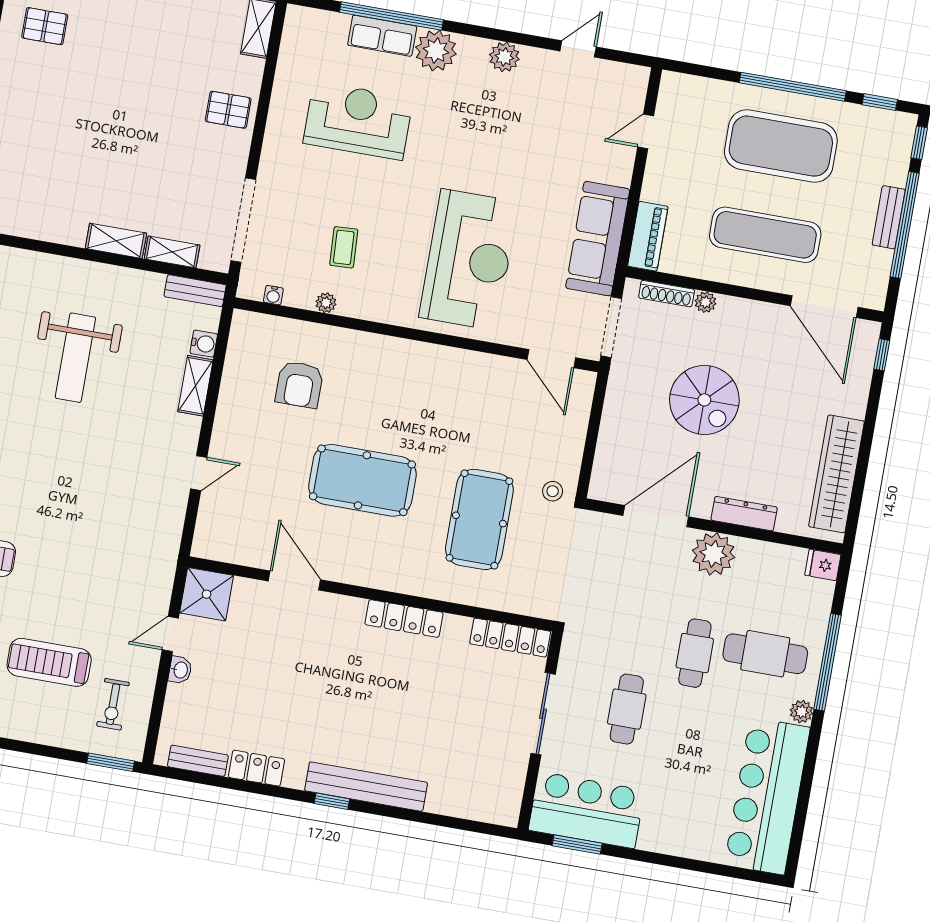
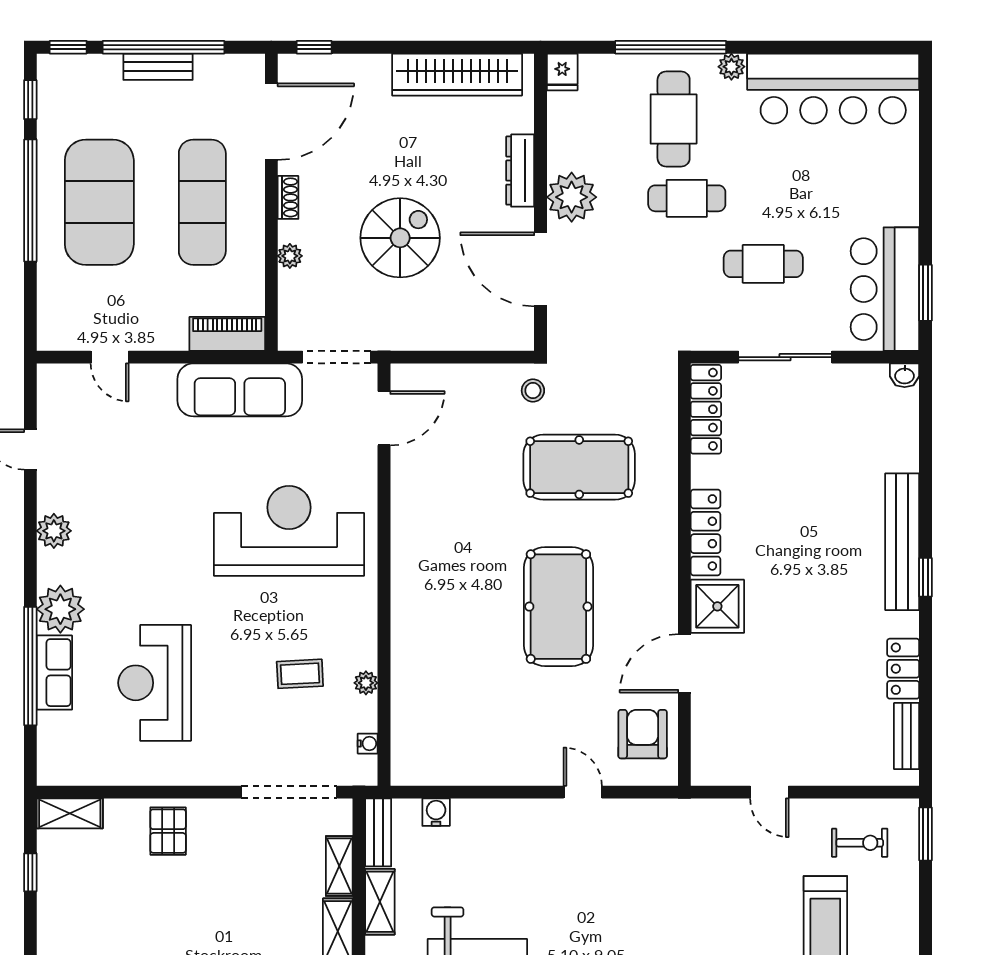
shoe rack: (667, 294) -> (288, 197), moved, width x0.70
armchair: (299, 385) -> (643, 734), moved, turned -90
shelving: (195, 386) -> (380, 902), moved, turned 90
shower: (207, 594) -> (717, 606), moved
washbasin: (180, 670) -> (905, 375), moved, turned 180

